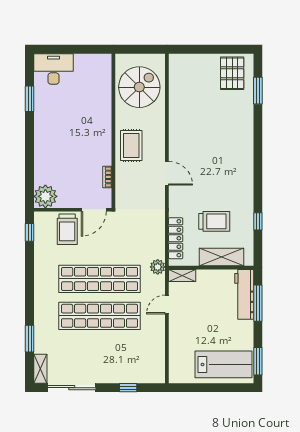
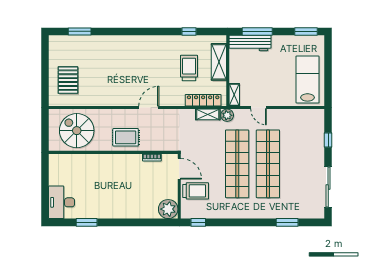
pallet: (232, 73) -> (68, 80), moved, turned 90
lab bench: (224, 364) -> (308, 79), moved
shelving: (40, 369) -> (208, 114), moved

